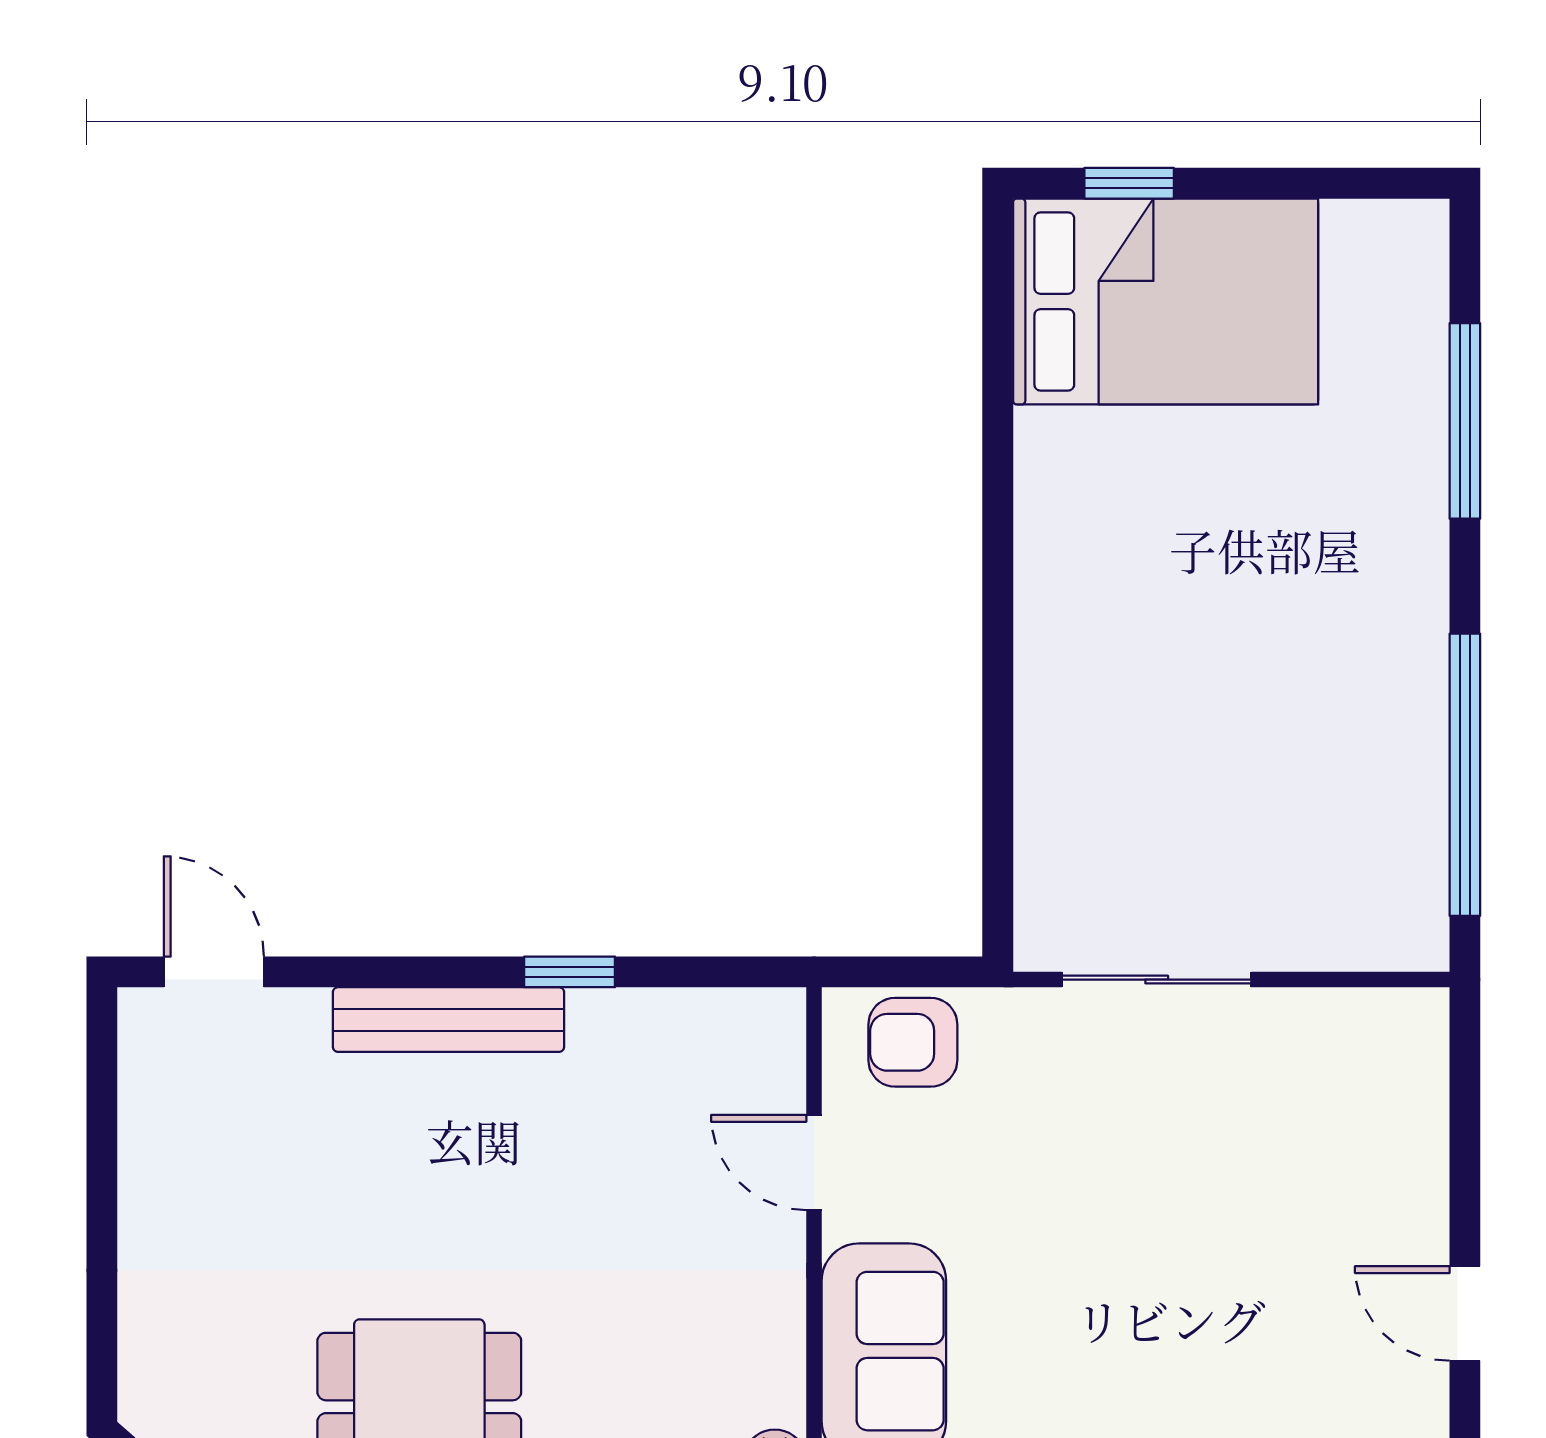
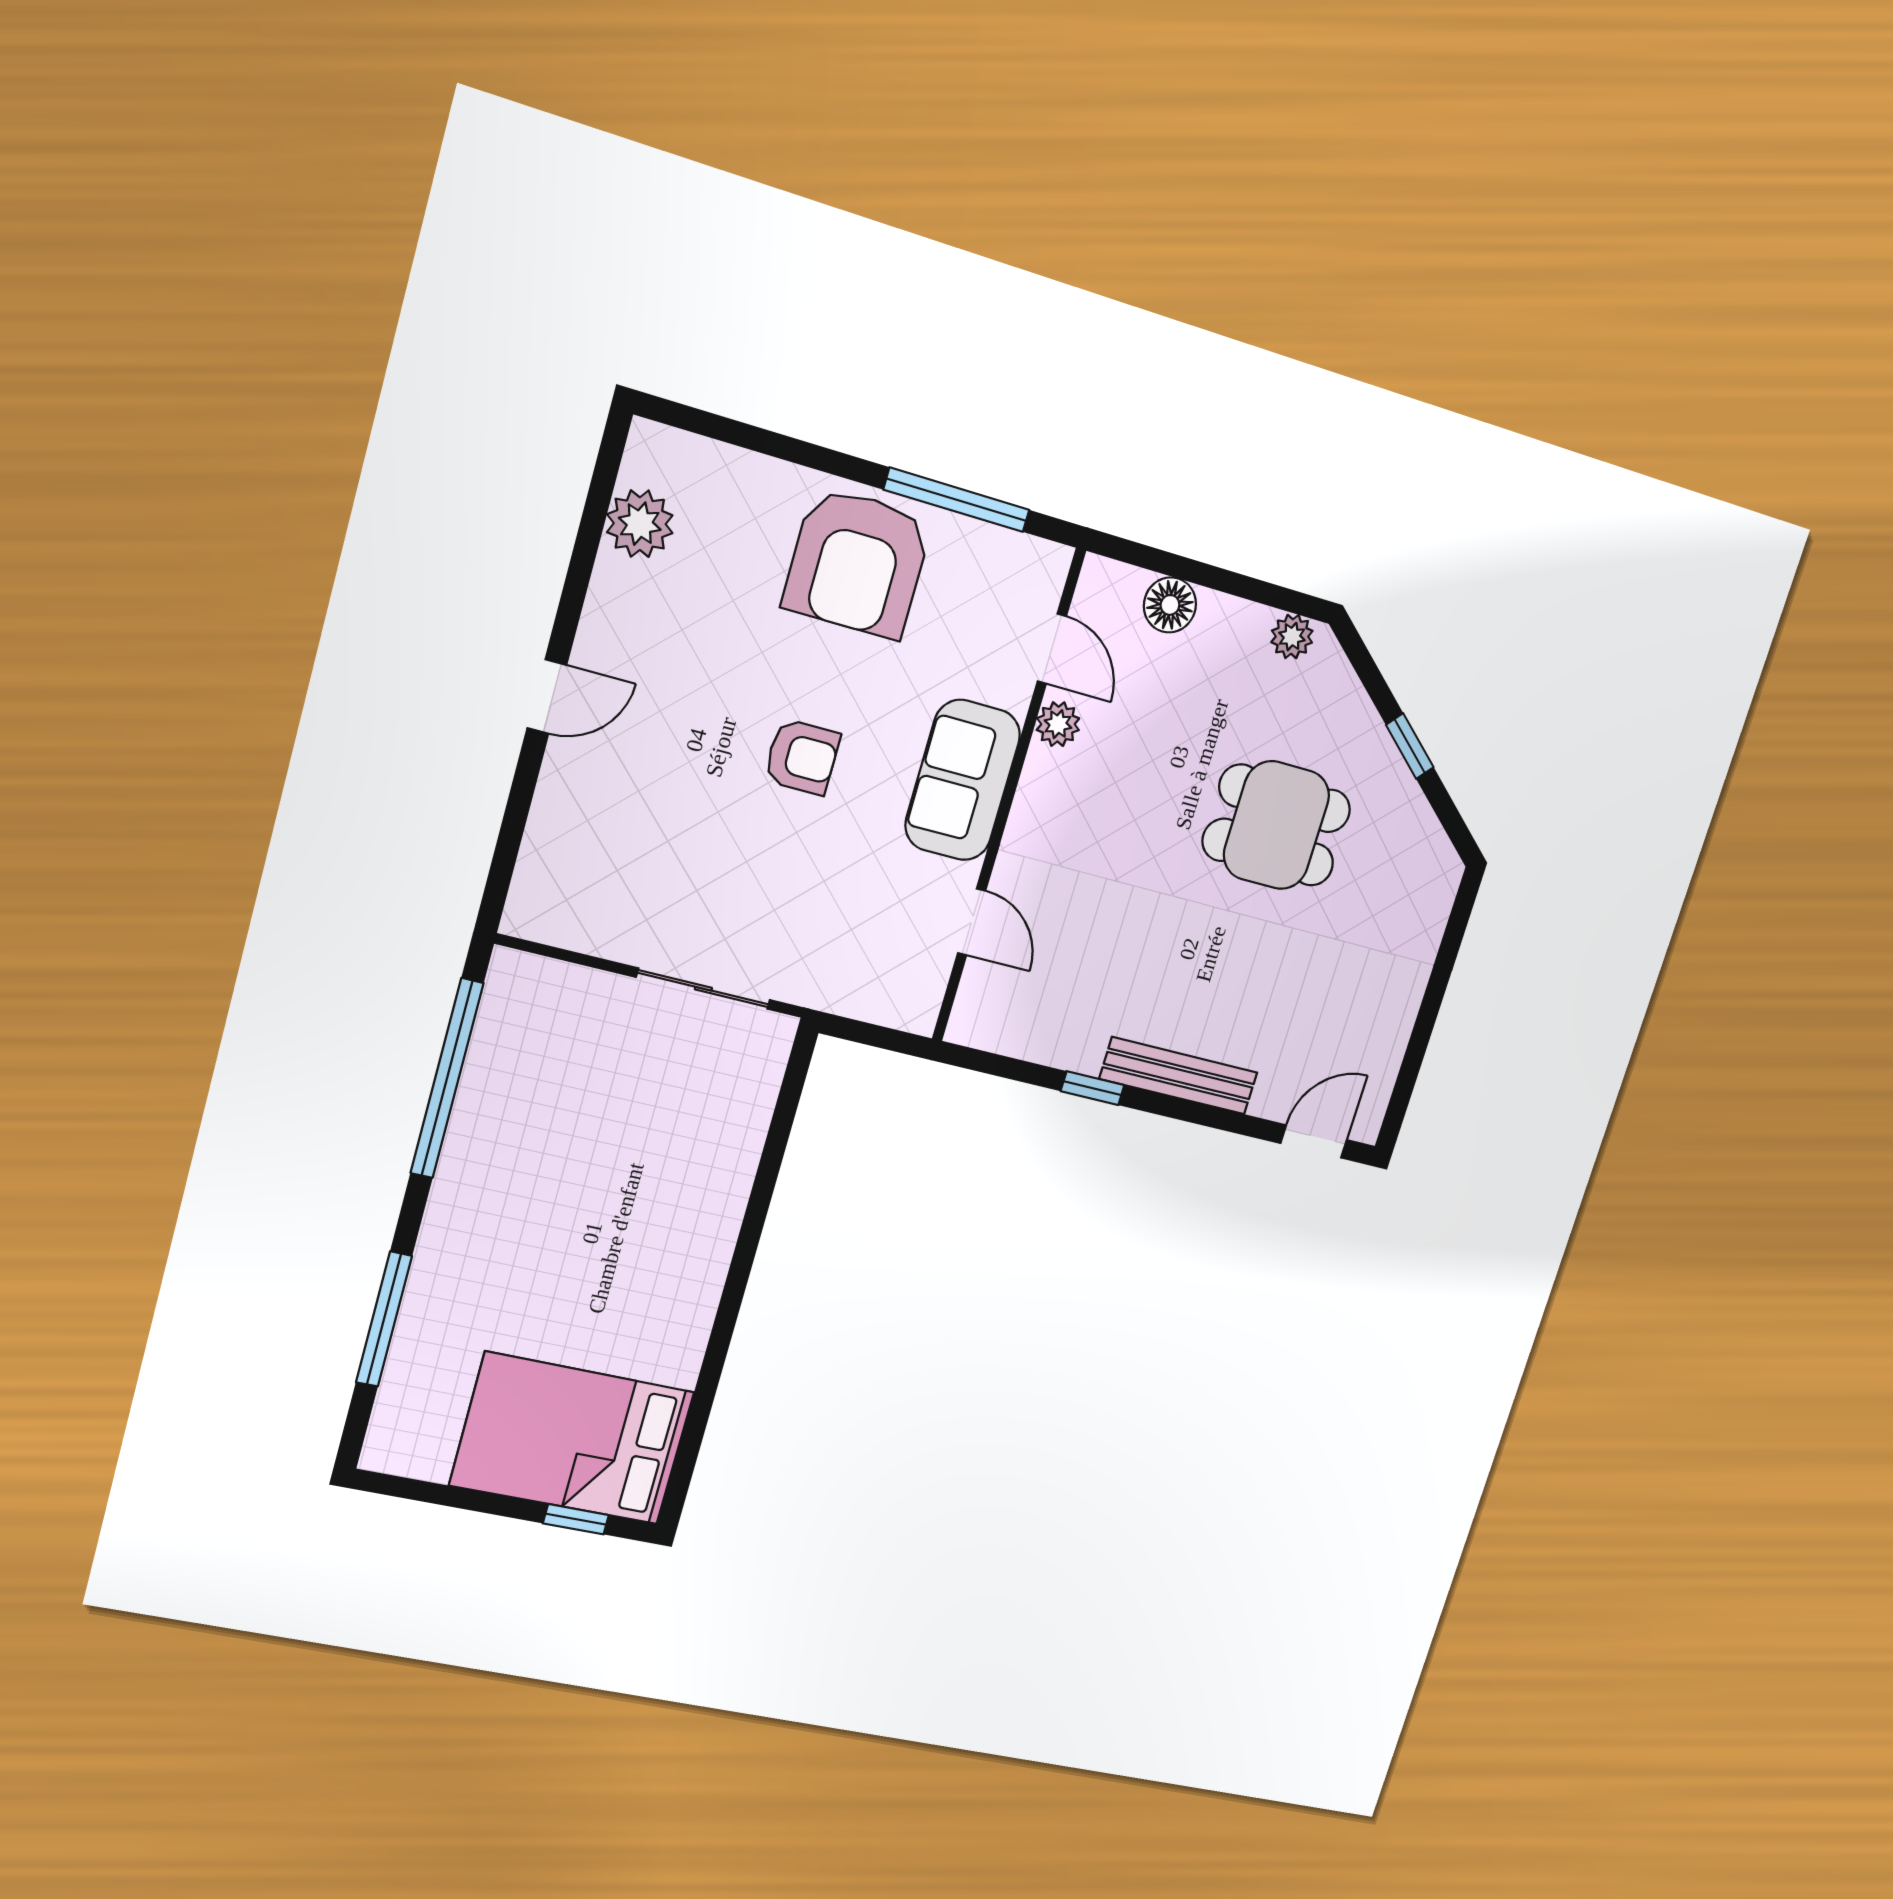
door: (214, 972) -> (1314, 1142), swing flipped
armchair: (913, 1042) -> (802, 757), moved
door: (1465, 1313) -> (547, 697), hinge flipped

